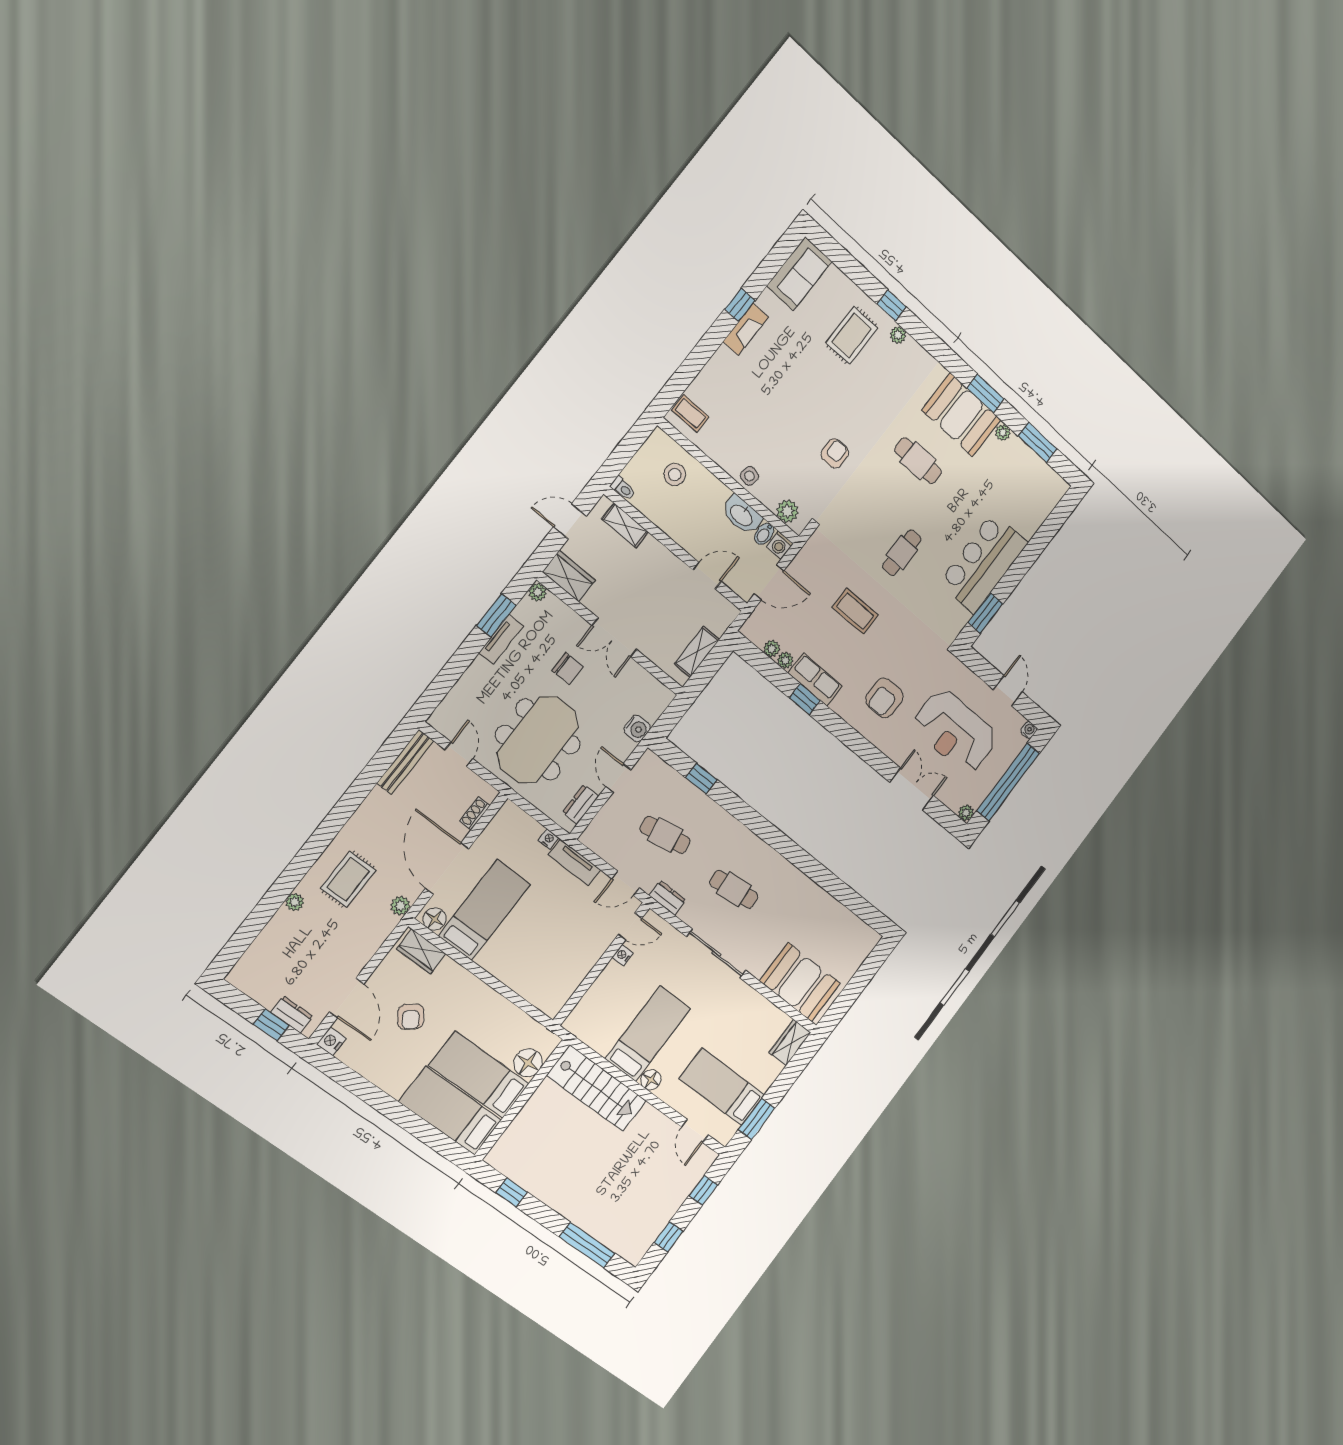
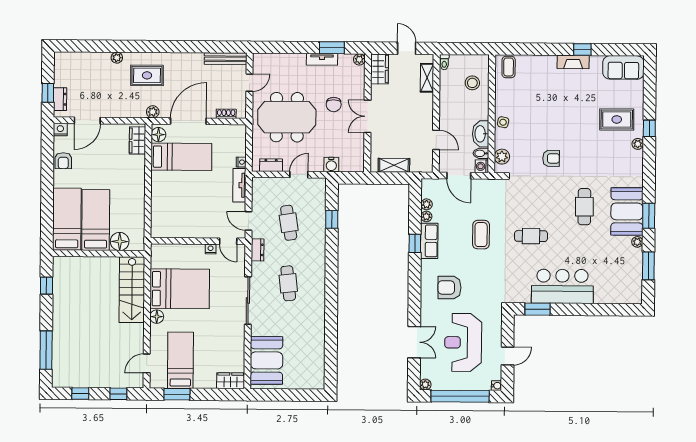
armchair: (411, 1017) -> (63, 161), moved, turned -53
bed: (648, 1034) -> (180, 289), width x1.50

